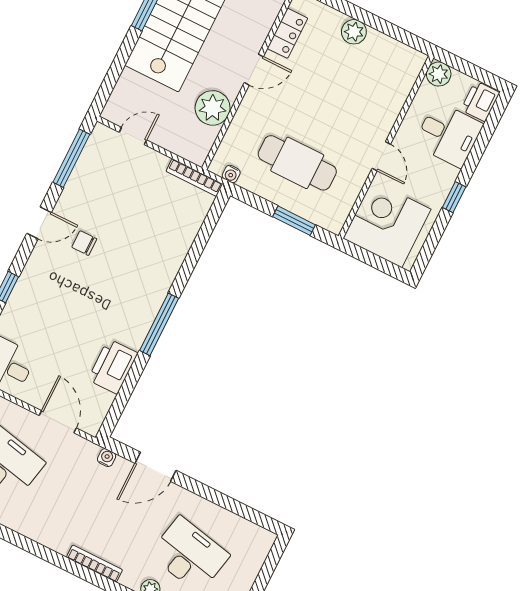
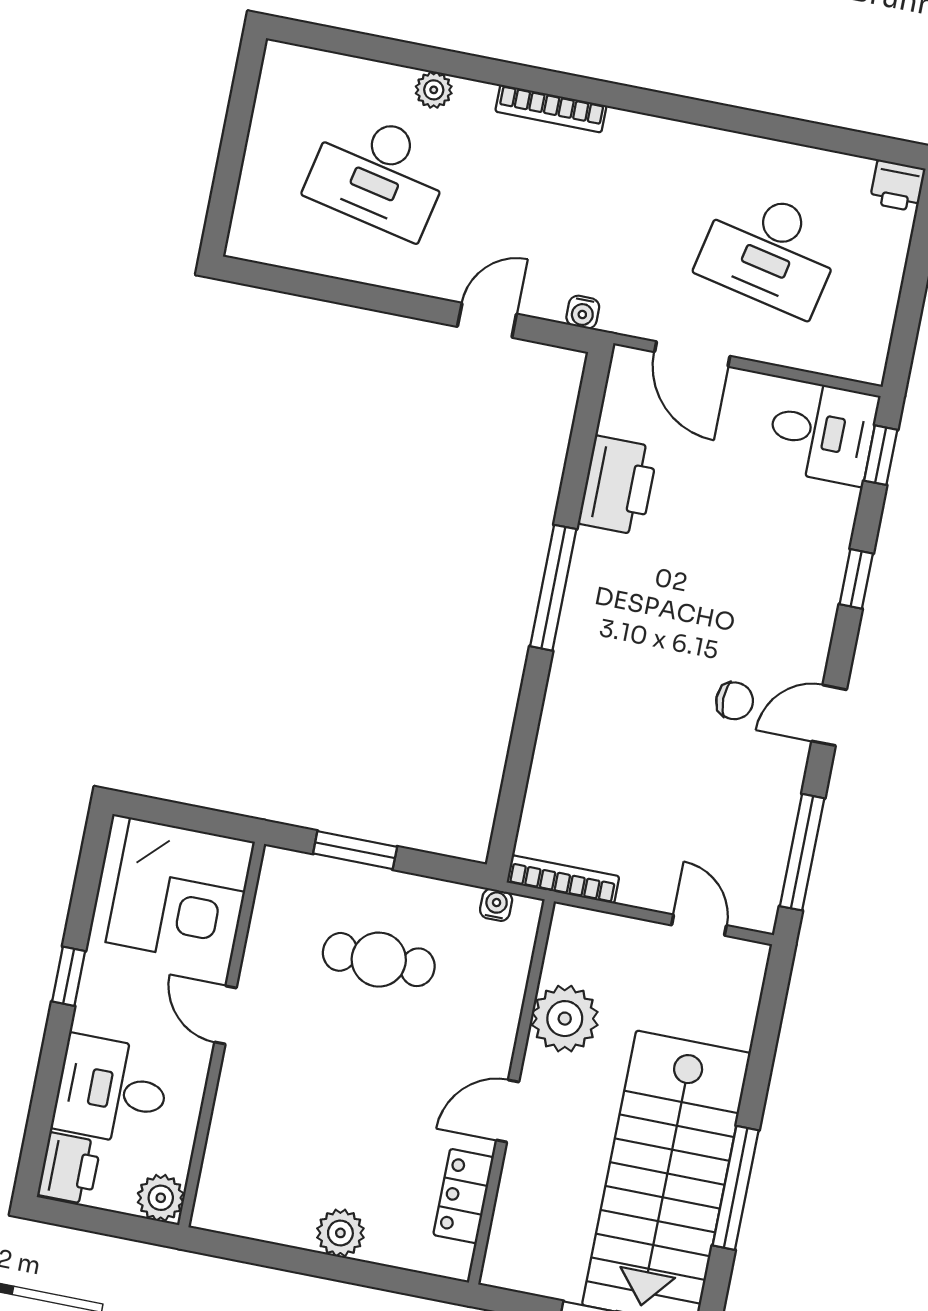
door: (133, 136) -> (699, 925), swing flipped
cafe table: (297, 163) -> (379, 960), width x0.73, depth x0.74
door: (155, 467) -> (487, 320), width x0.73

